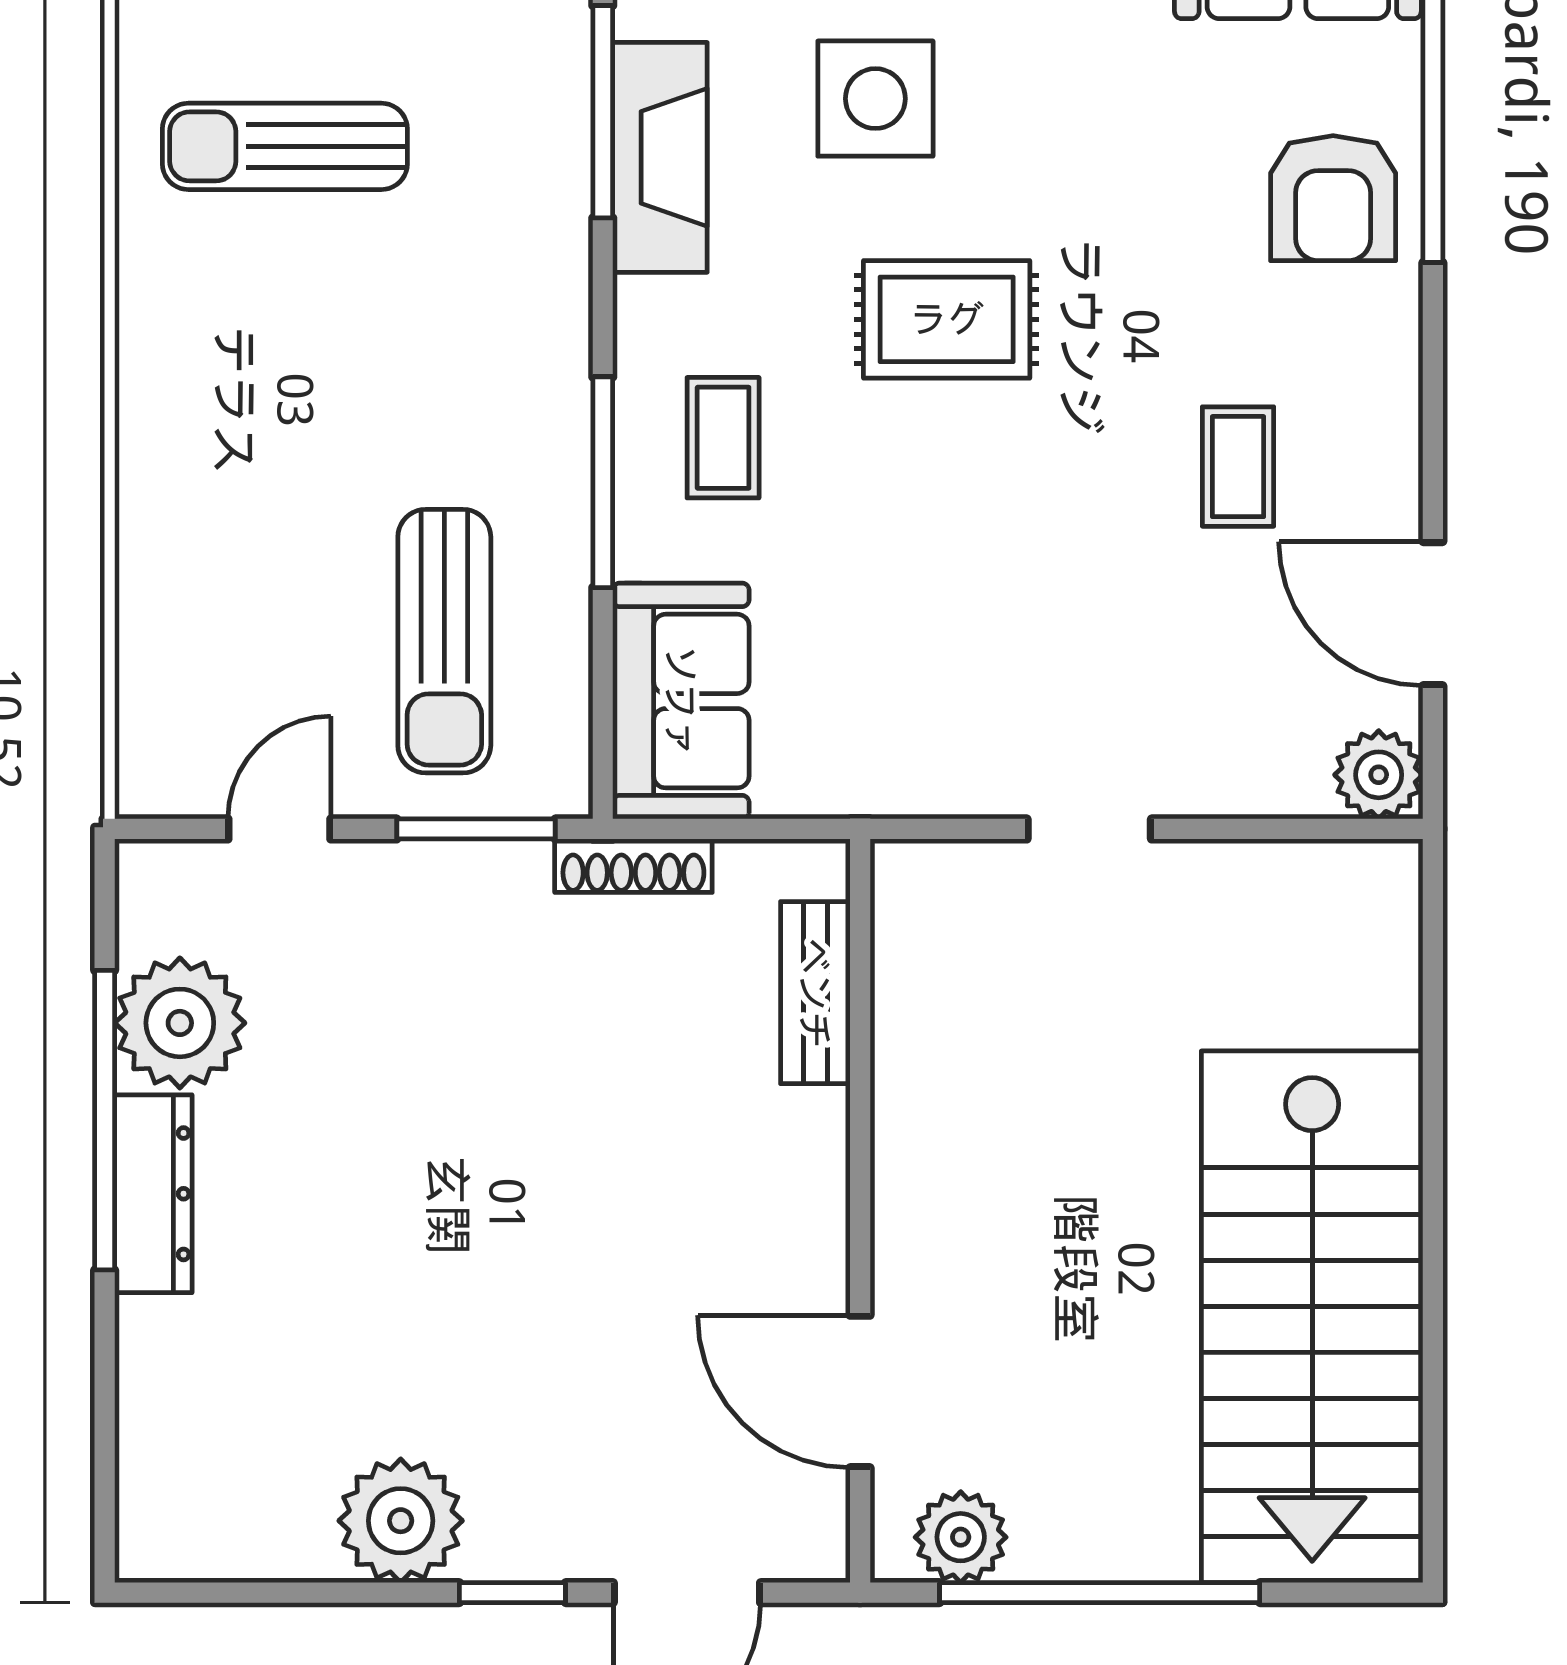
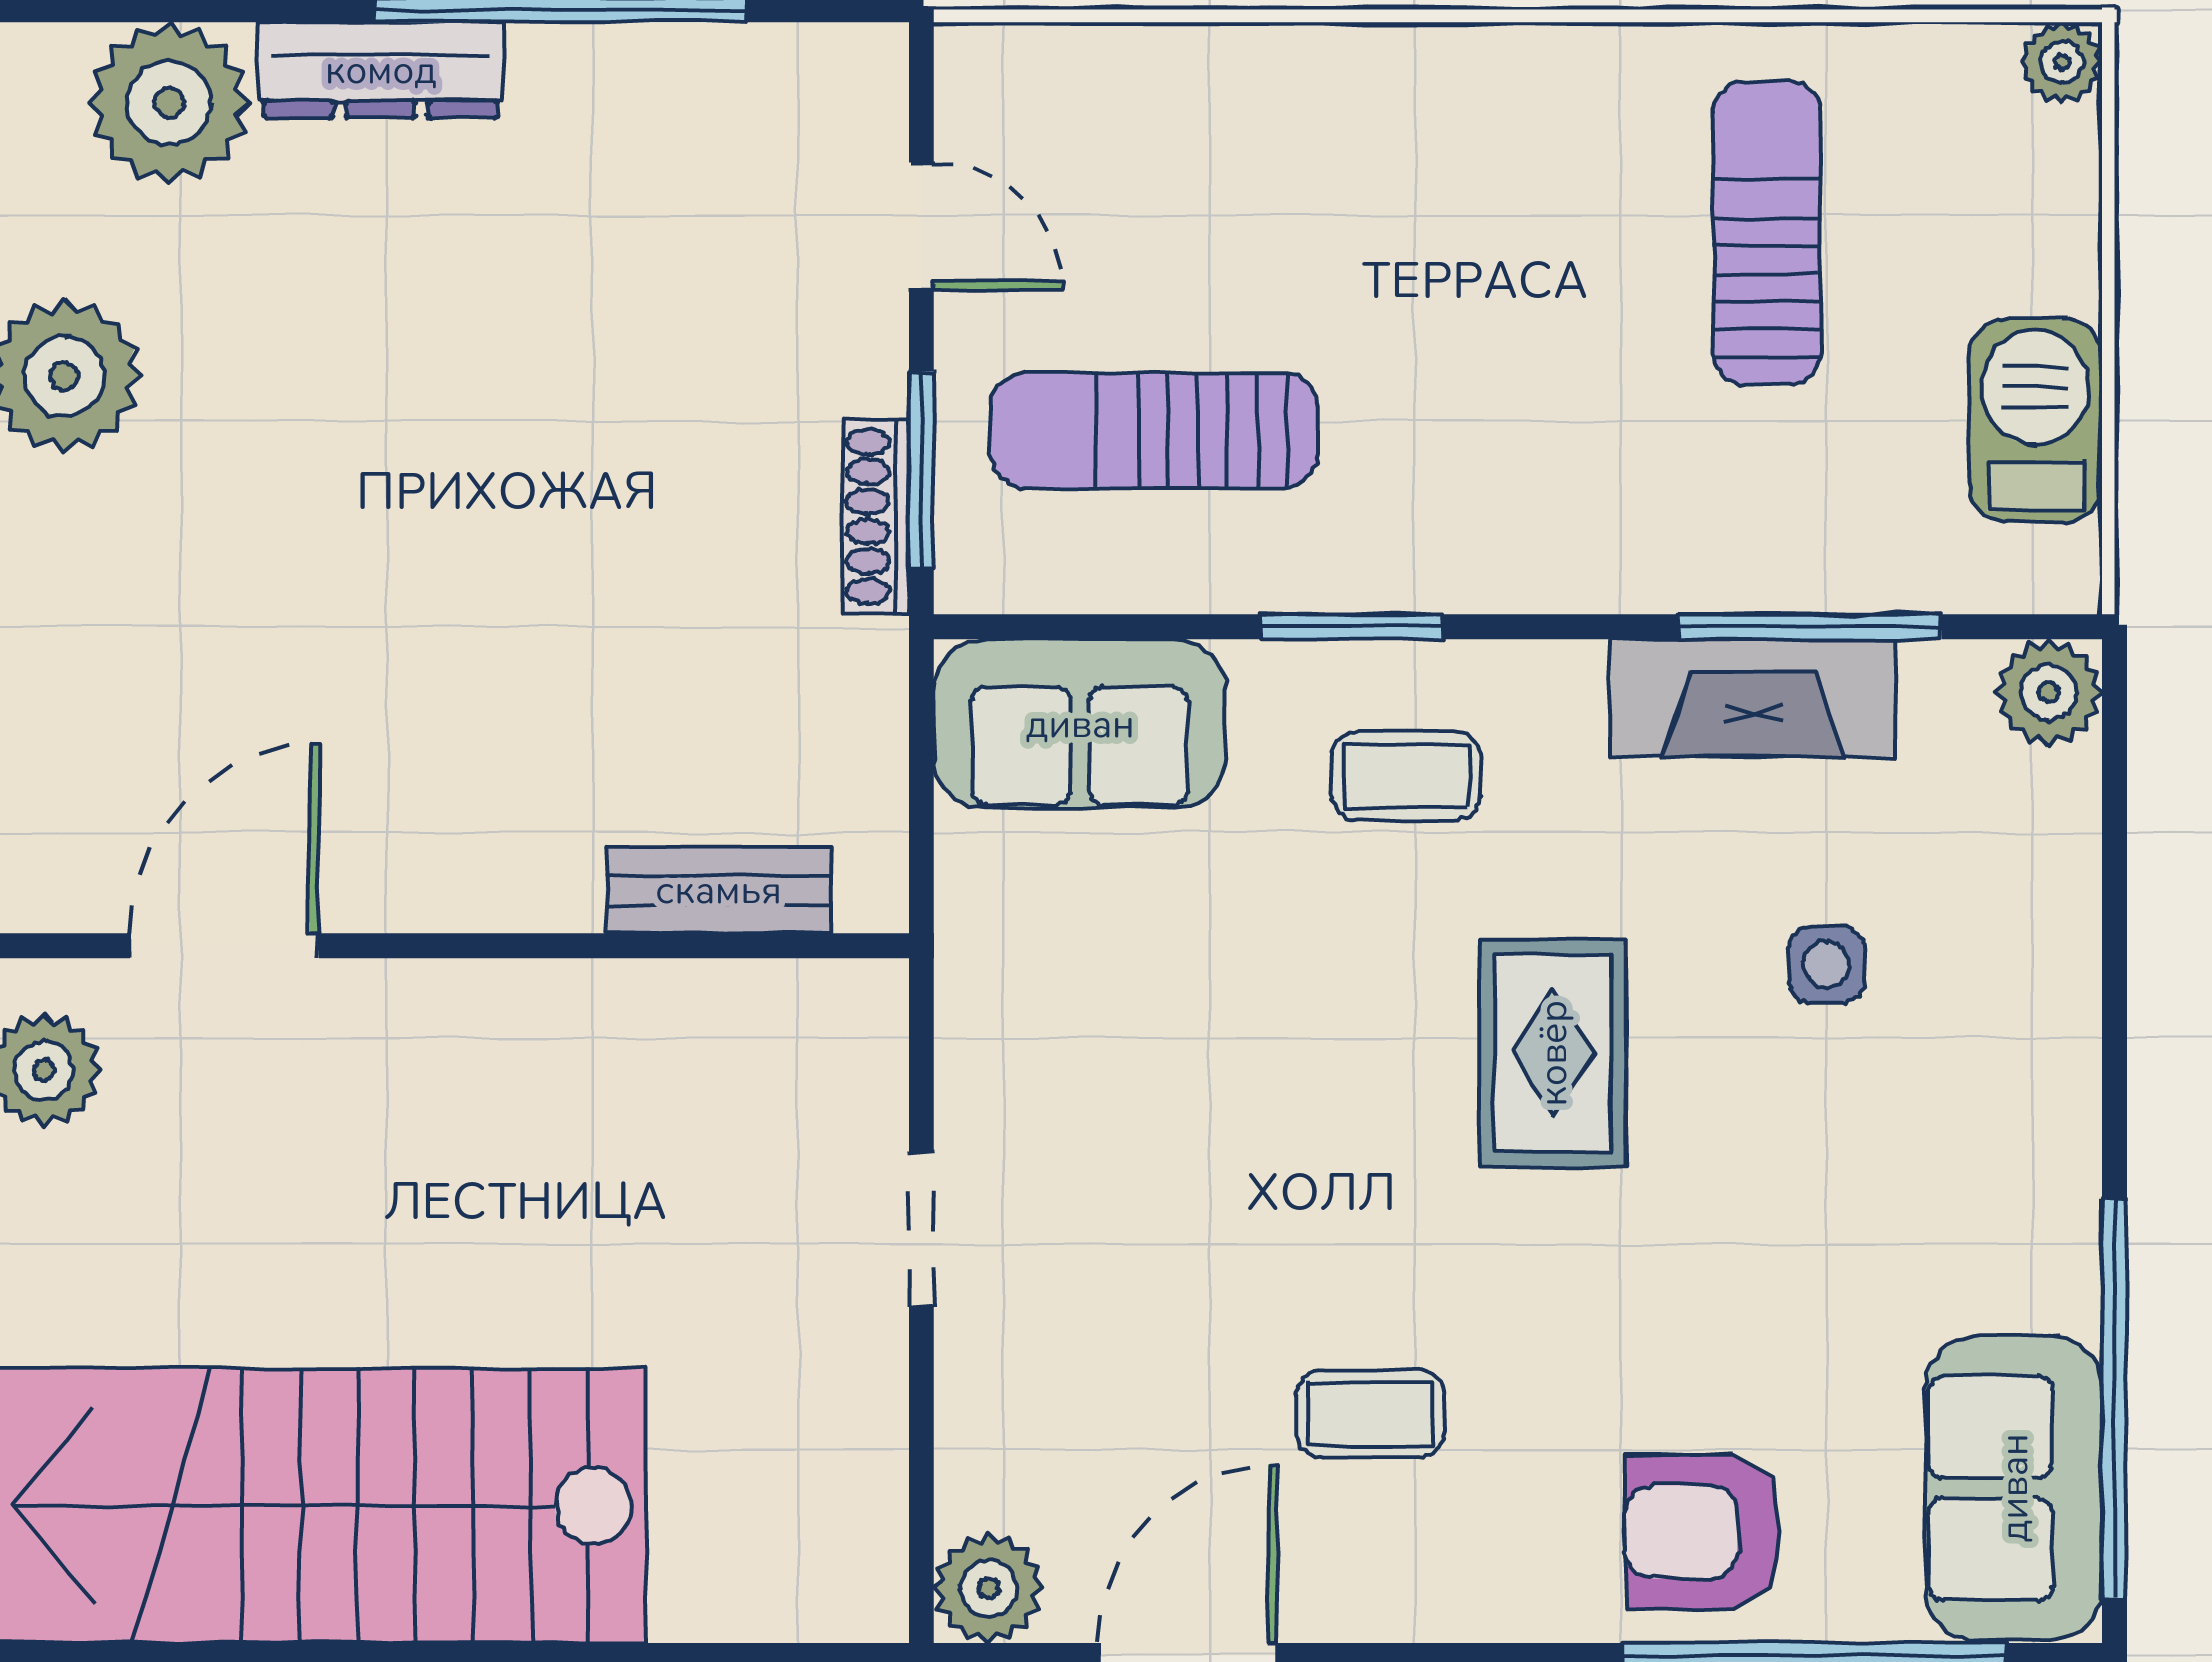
side table: (875, 99) -> (1826, 965), width x0.54, depth x0.54
window: (603, 482) -> (1351, 627), width x0.69
shoe rack: (633, 866) -> (876, 517), moved
plant: (180, 1023) -> (169, 103), moved
dresser: (153, 1194) -> (381, 70), moved

